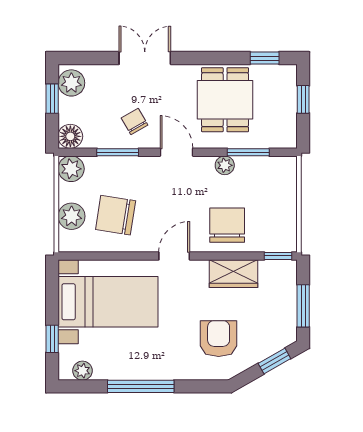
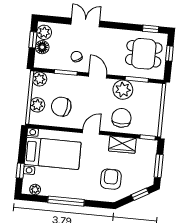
dining table: (225, 100) -> (144, 54), moved, turned 90
floor lamp: (70, 136) -> (42, 47), moved
plant: (225, 165) -> (123, 90), width x1.88, depth x1.88

